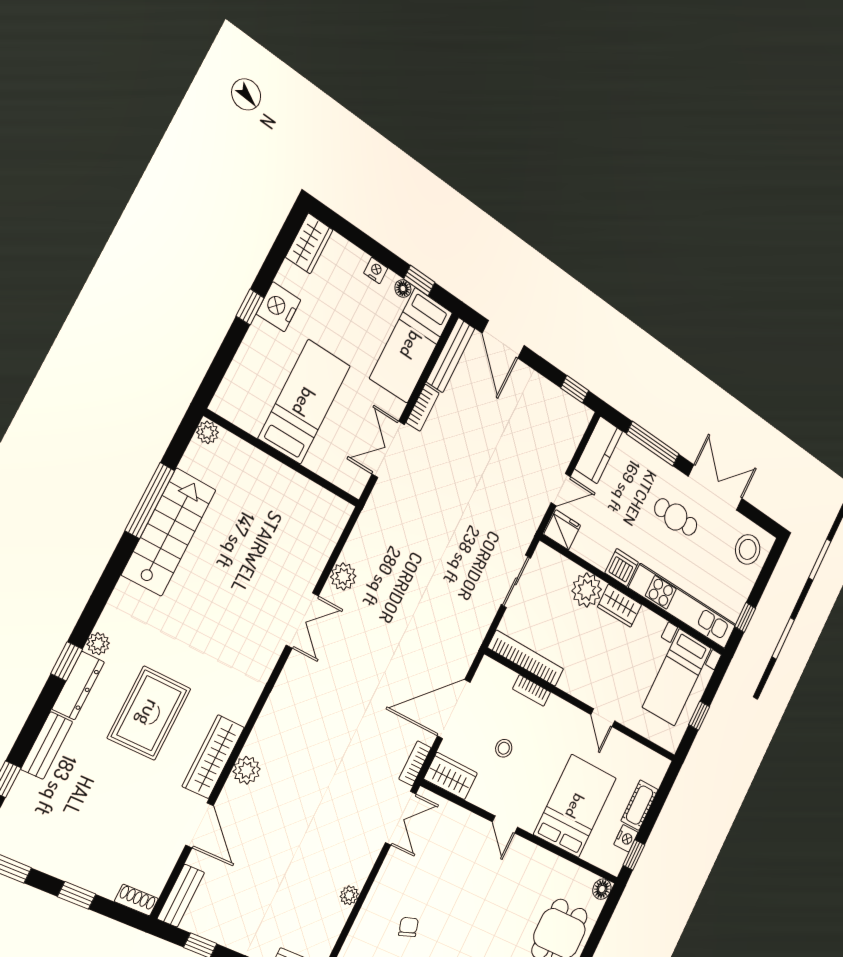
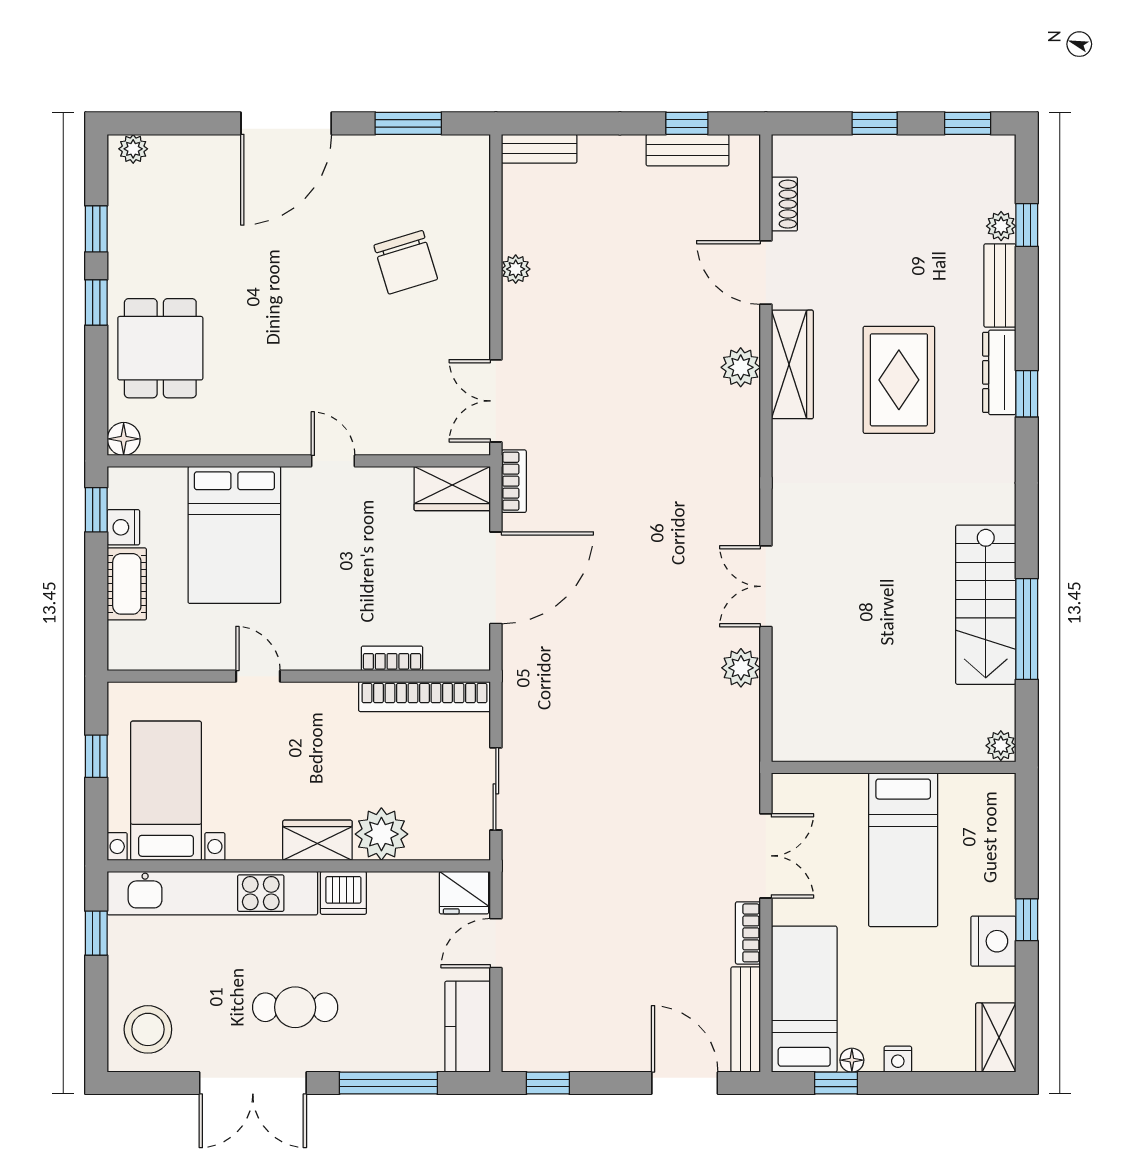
plant: (98, 644) -> (1001, 226), moved
stool: (504, 748) -> (392, 562), removed
bench: (181, 896) -> (687, 150), moved, turned 90
shoe rack: (136, 900) -> (784, 204), moved, turned -90
chair: (409, 927) -> (406, 262), width x1.87, depth x1.87

